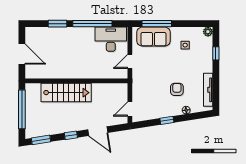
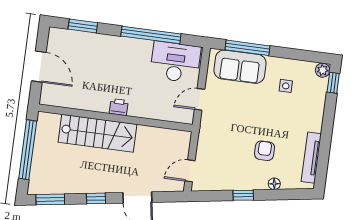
window: (58, 24) -> (83, 26), moved
window: (216, 53) -> (333, 83), moved
printer: (78, 74) -> (119, 107), added

